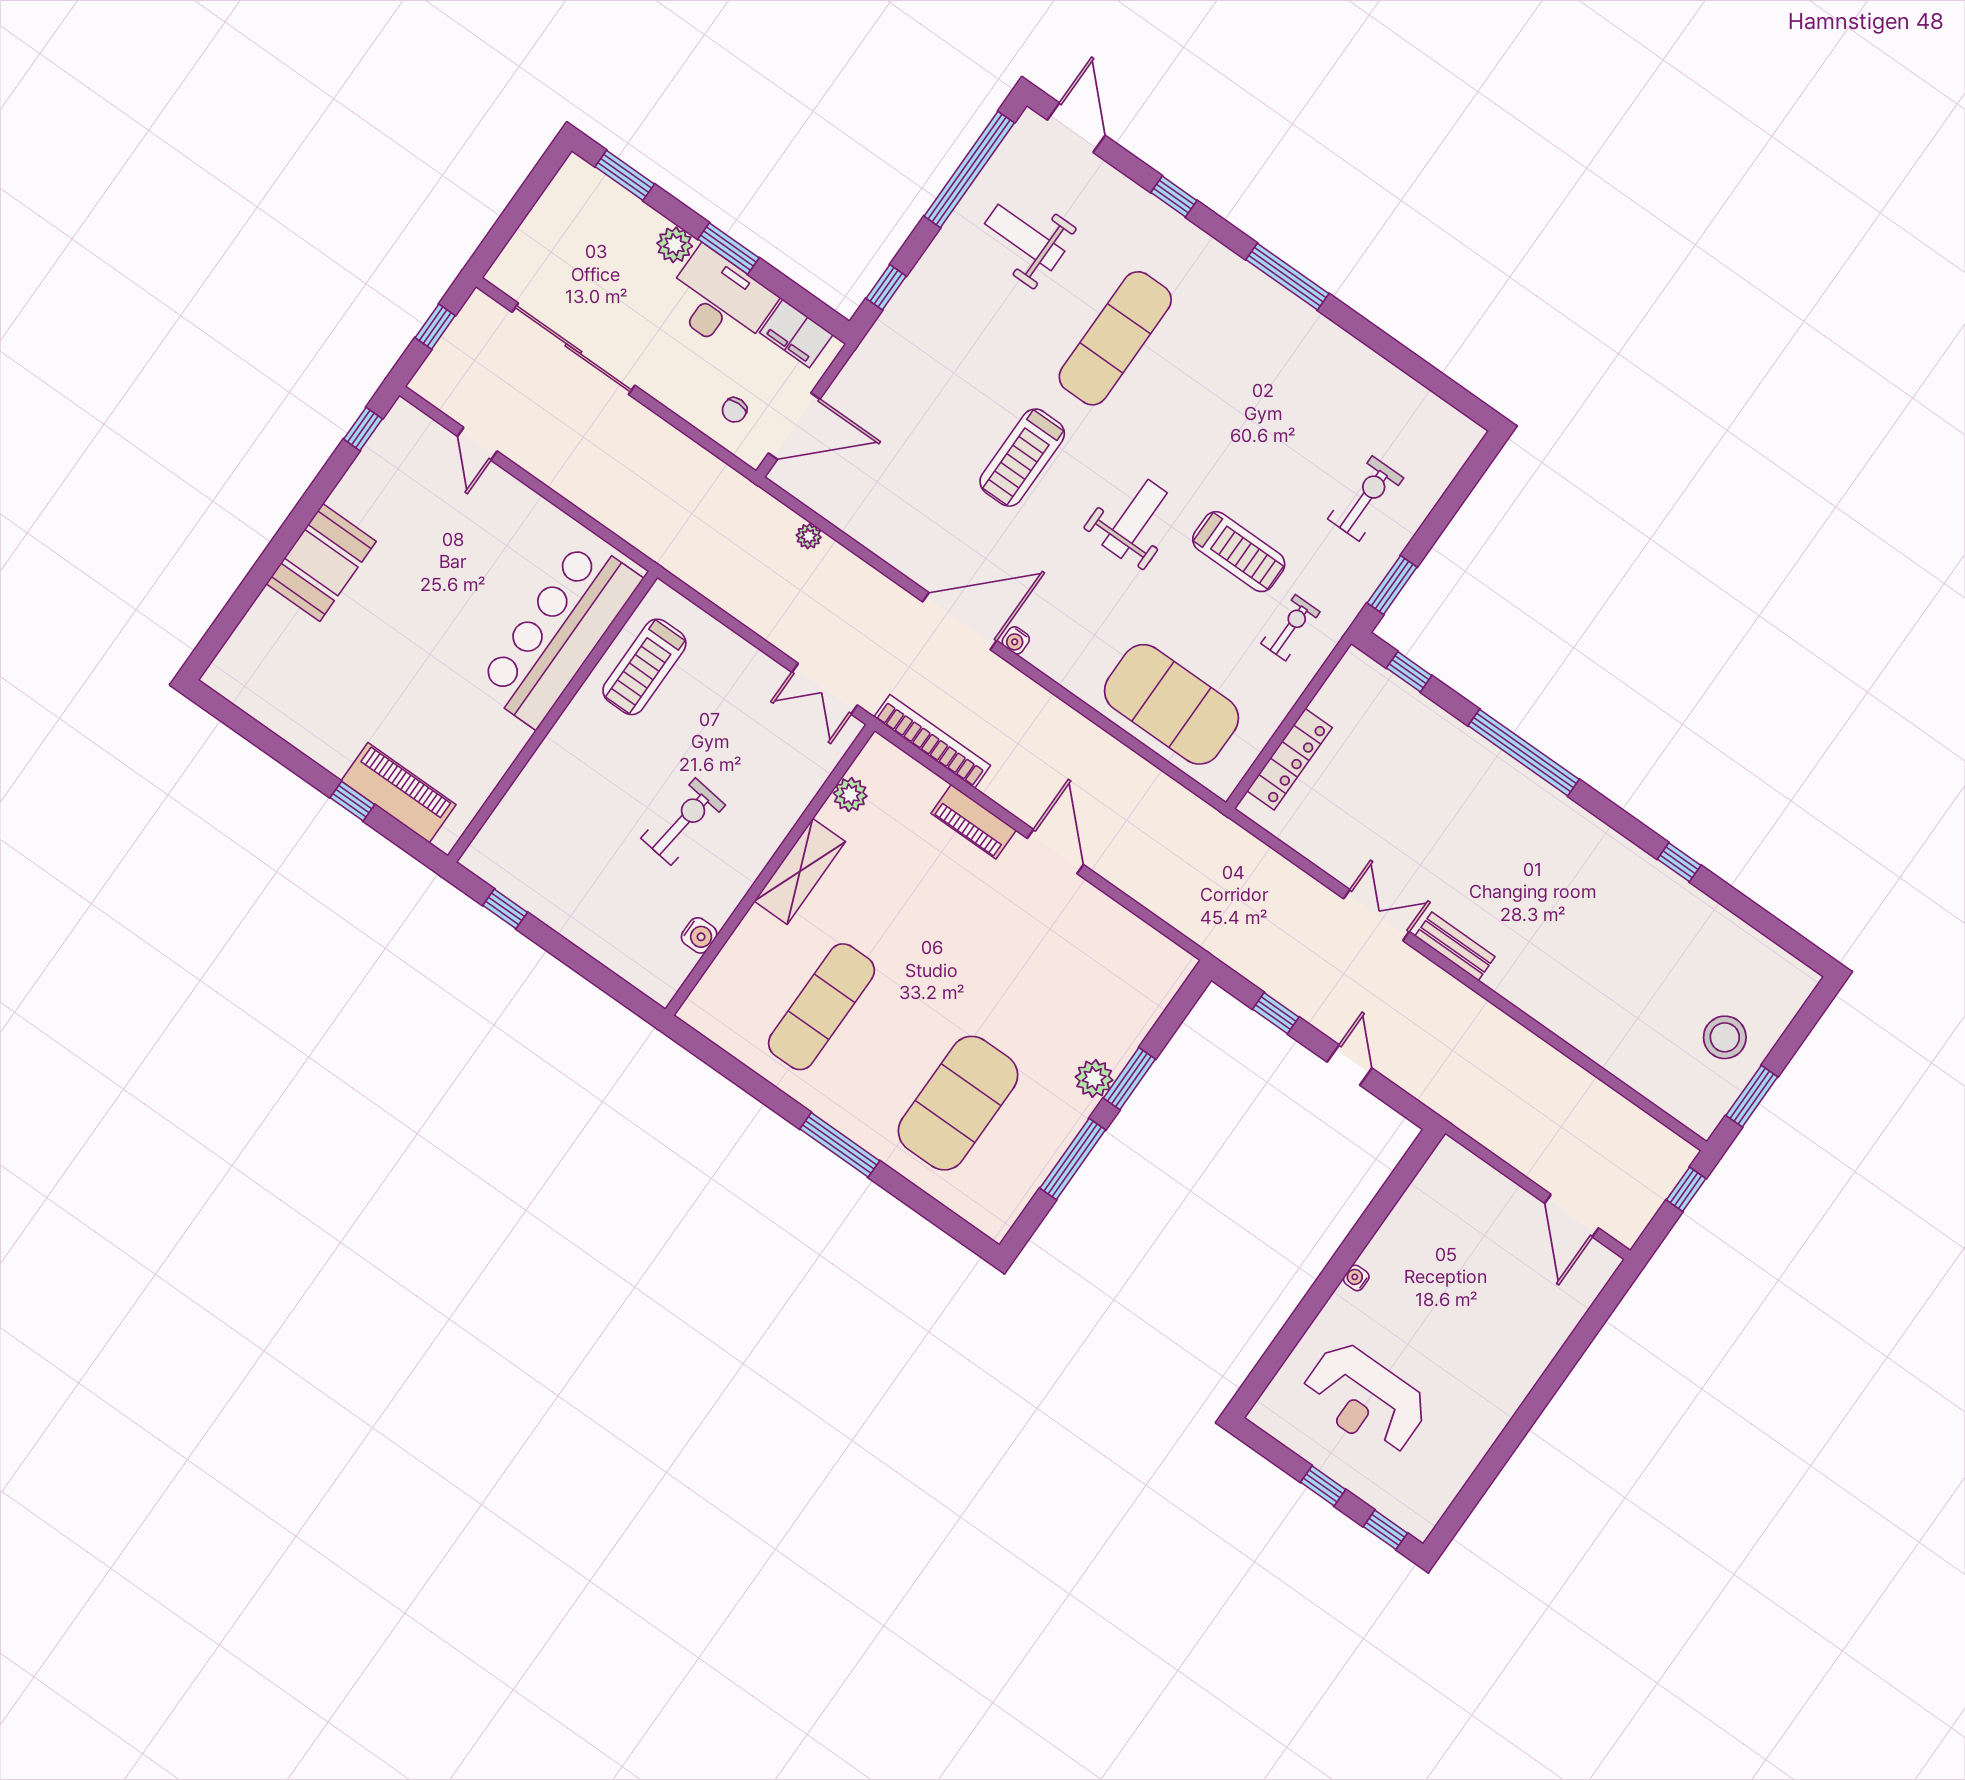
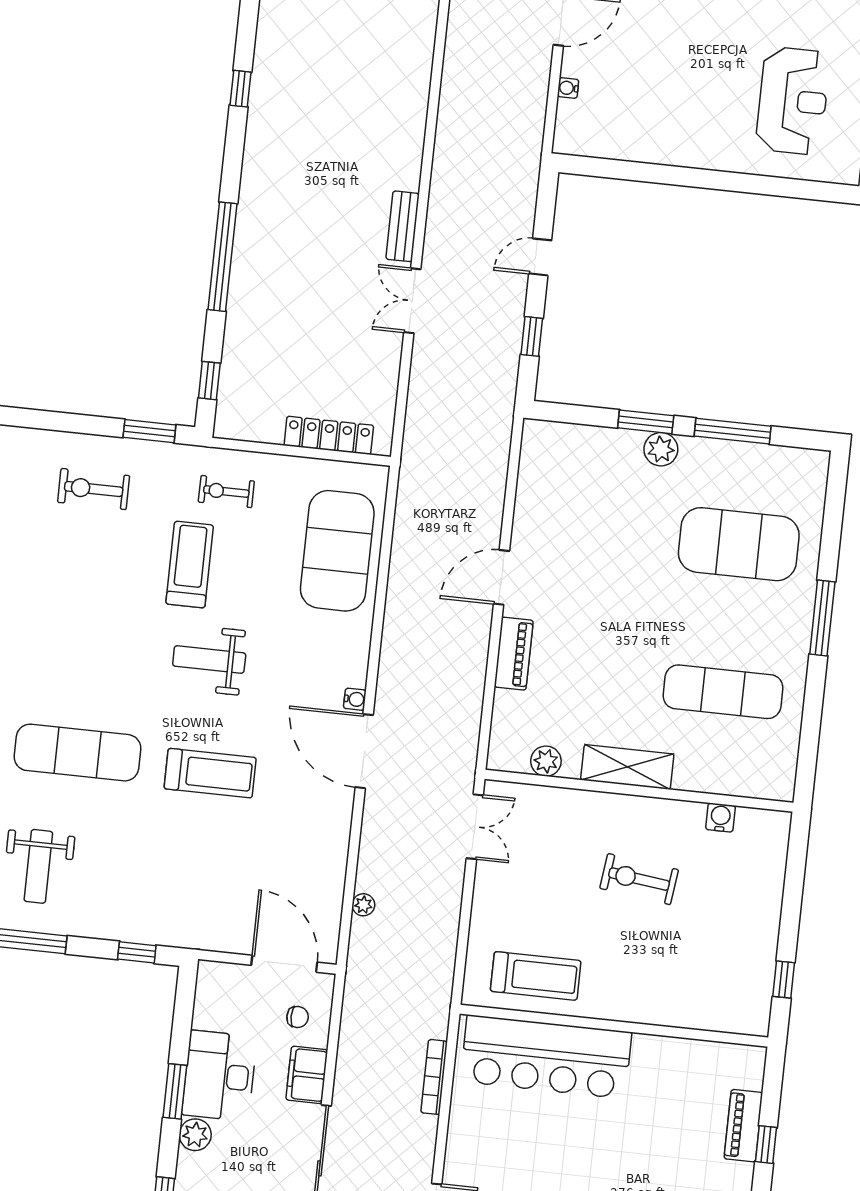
filing cabinet: (796, 334) -> (307, 1075), moved, turned 180
bookcase: (932, 741) -> (434, 1077), moved, width x0.68, depth x0.76
piano: (398, 793) -> (743, 1126), width x0.73, depth x0.75
water cooler: (1356, 1278) -> (568, 88), moved, turned 90

